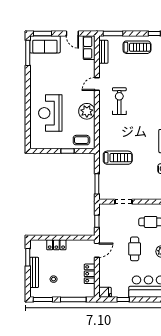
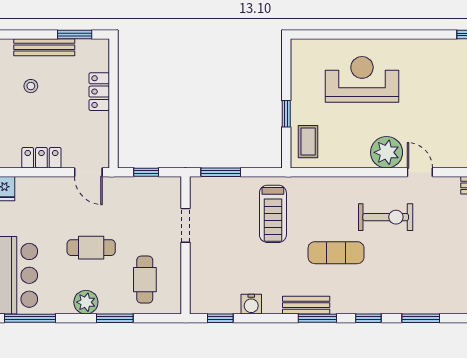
plant: (87, 111) -> (387, 152), moved
exercise mat: (137, 126) -> (336, 253), added

